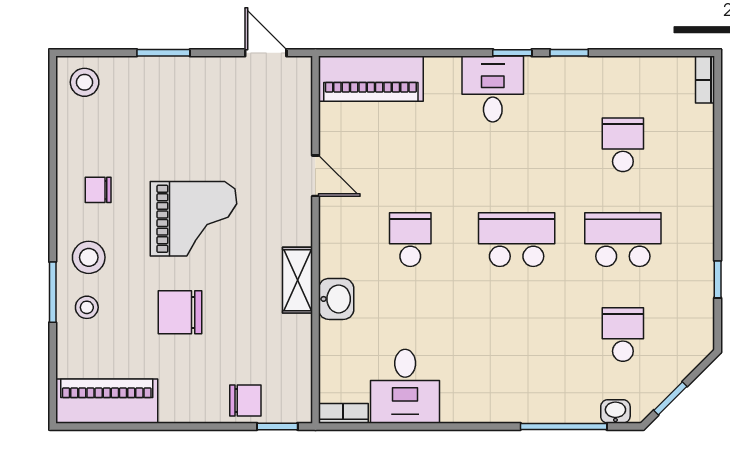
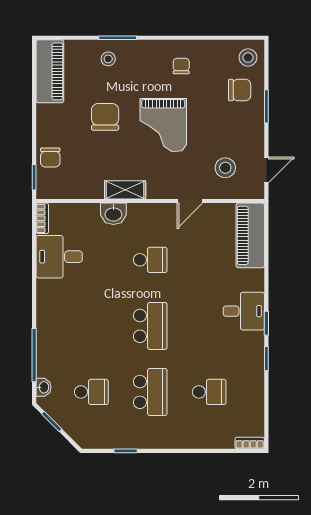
chair: (137, 96) -> (240, 90), added
stool: (89, 257) -> (225, 168), moved

